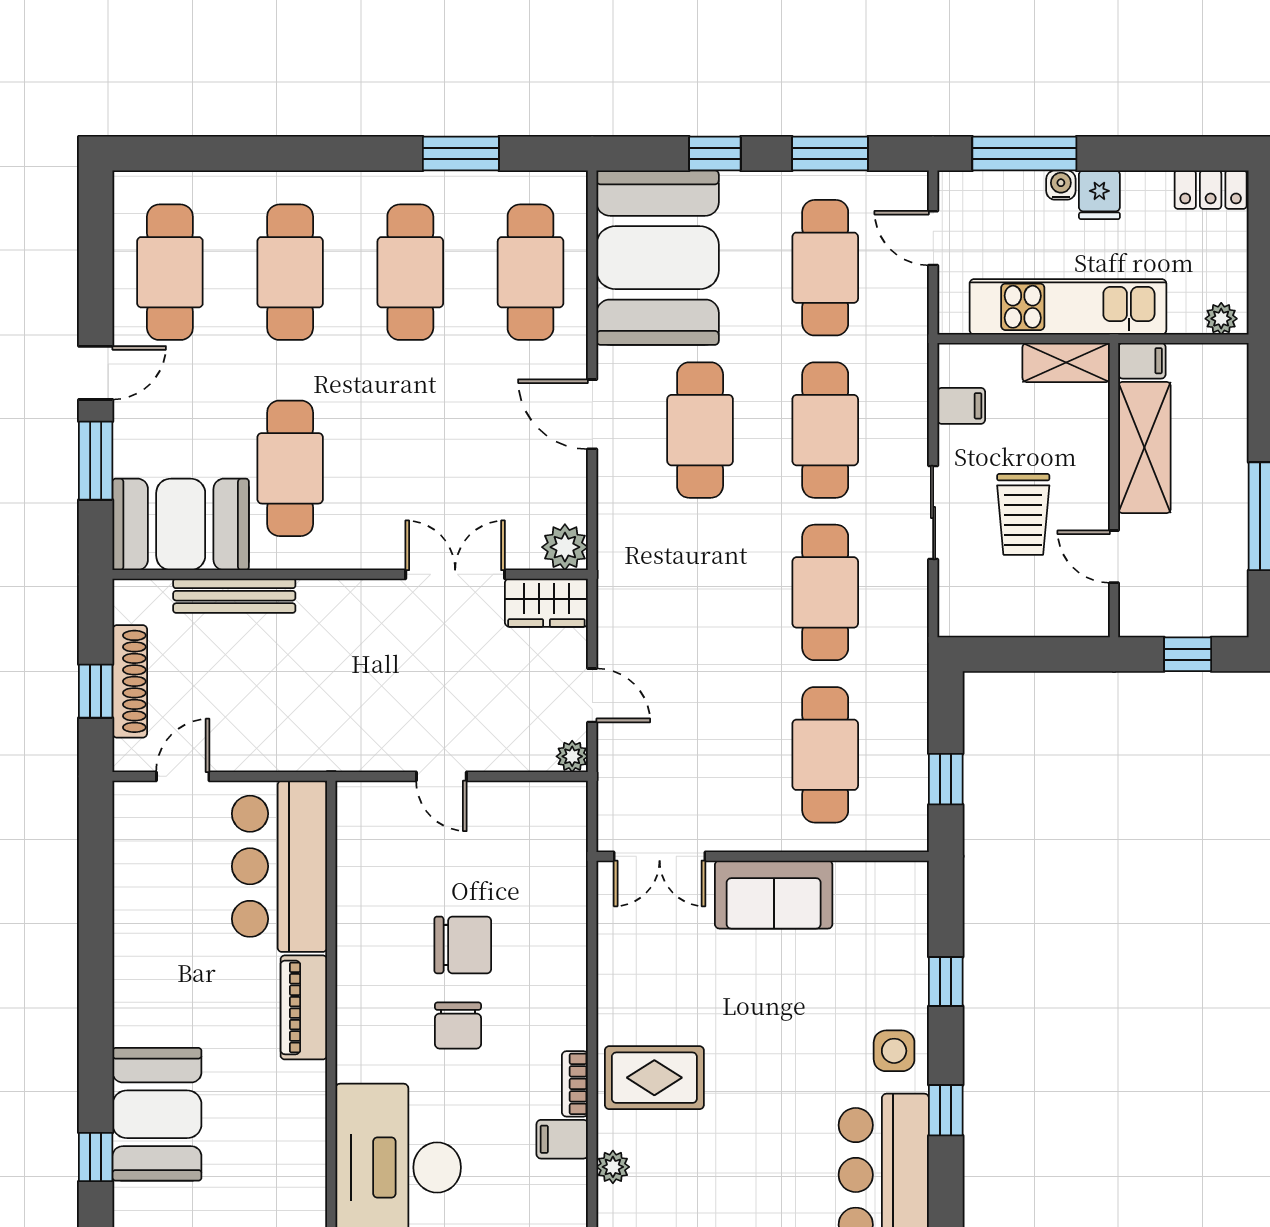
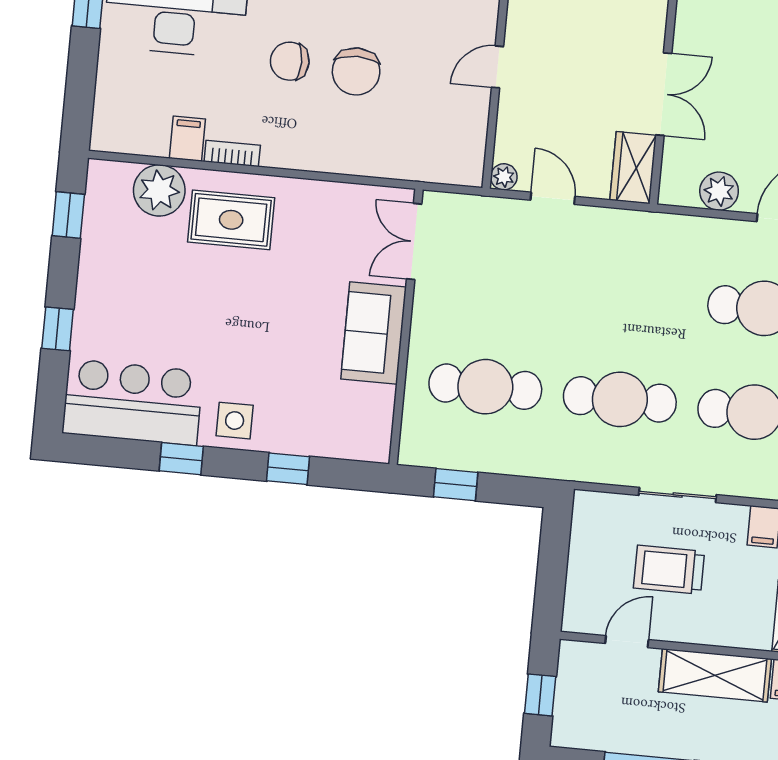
plant: (565, 547) -> (719, 191), moved
door: (592, 695) -> (553, 198), swing flipped
rug: (654, 1078) -> (231, 220), turned 90
plant: (613, 1167) -> (159, 190), width x1.87, depth x1.87

